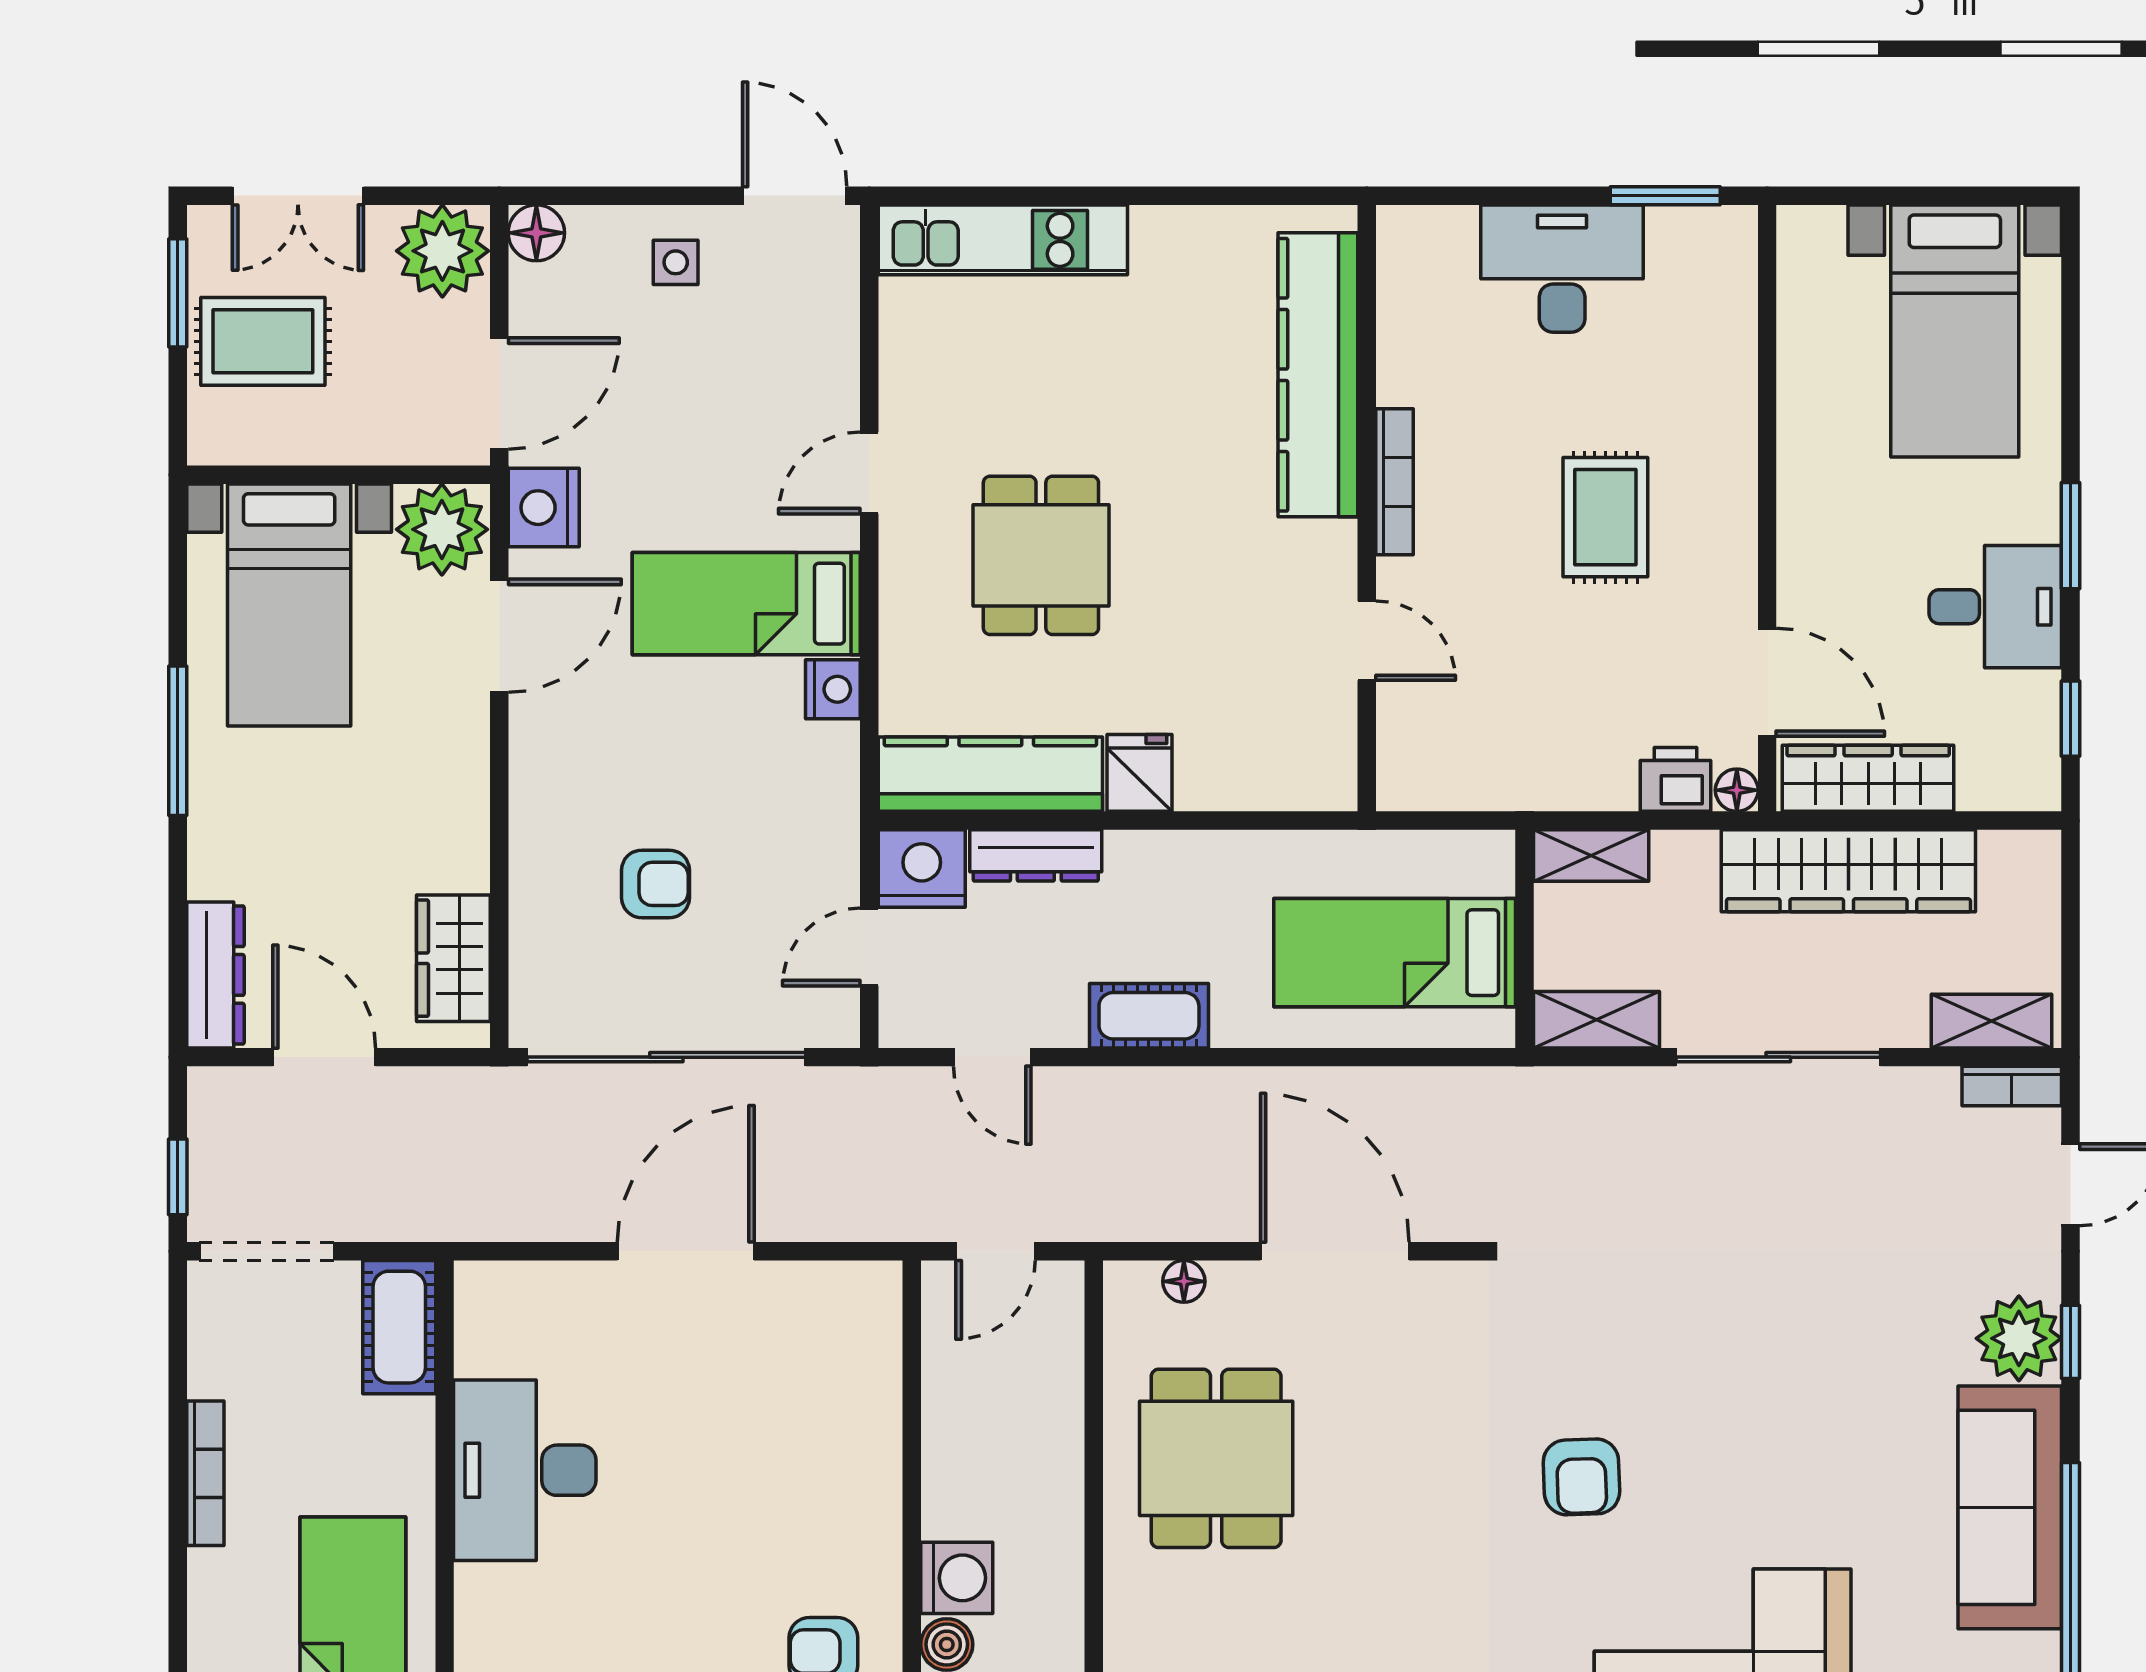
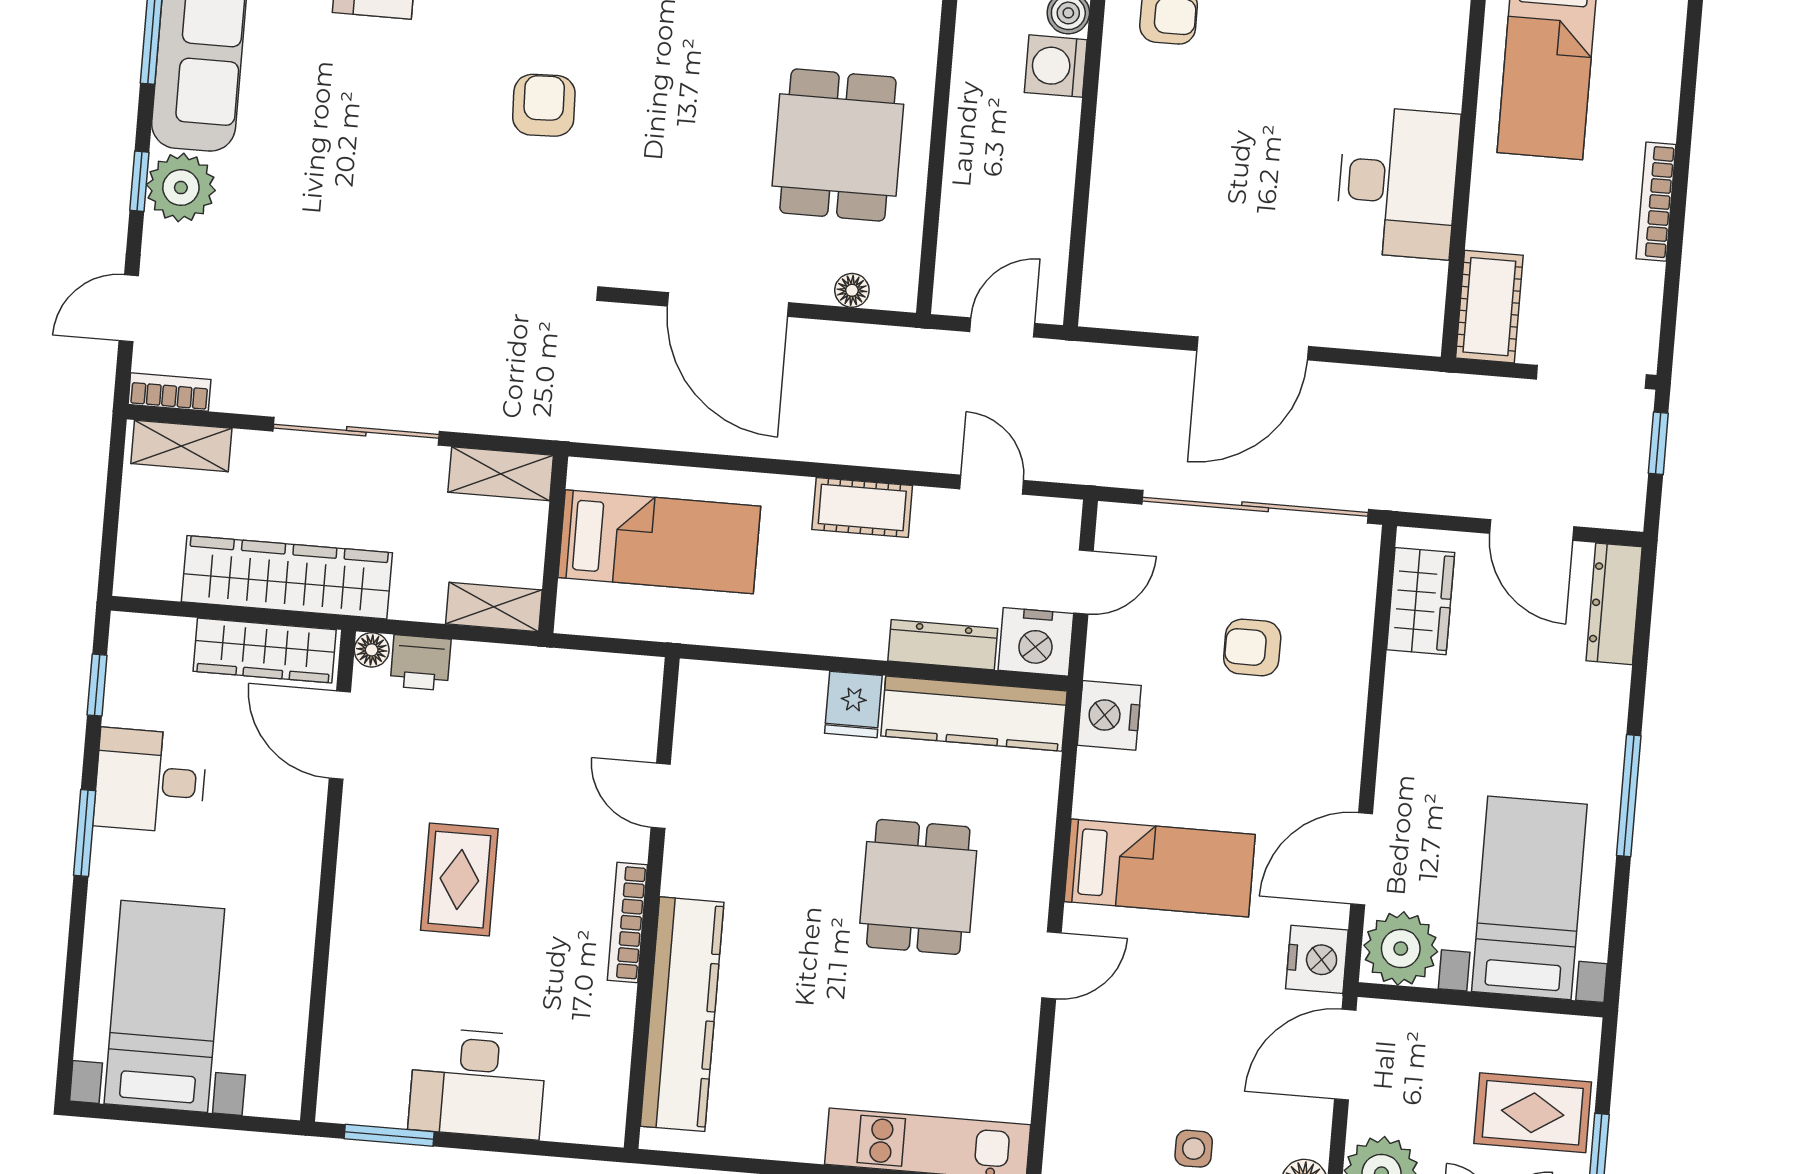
nightstand: (833, 689) -> (1109, 715), moved, width x1.36, depth x1.33

